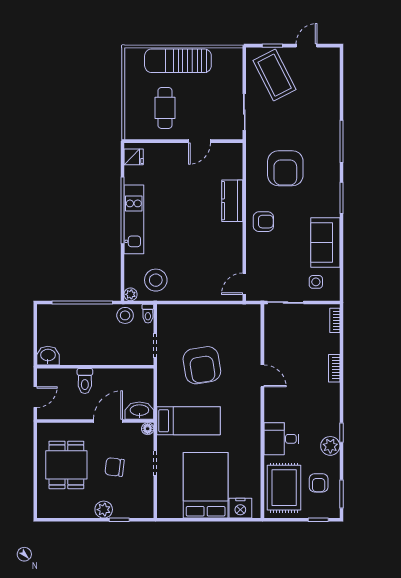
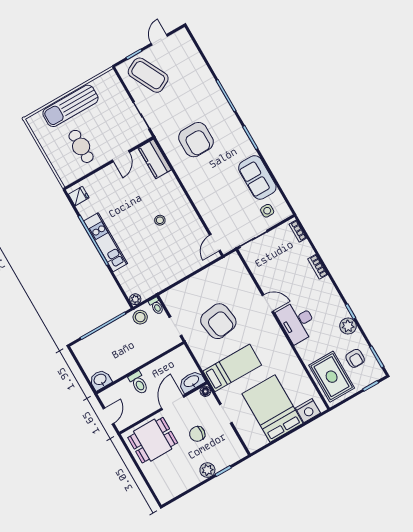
kitchen counter: (232, 201) -> (155, 159), moved
armchair: (263, 222) -> (203, 189), removed
stool: (156, 280) -> (160, 220), moved, width x0.53, depth x0.53
desk: (281, 439) -> (297, 322), moved, width x1.37
dining table: (66, 465) -> (153, 440), moved, turned 90

